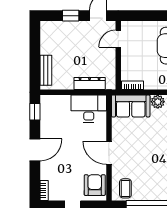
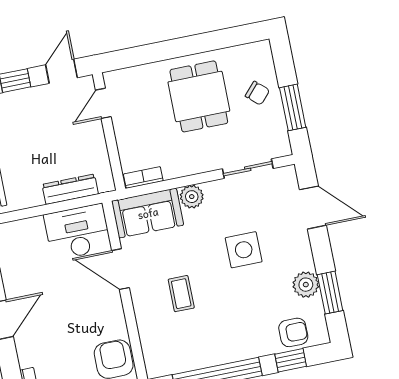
door: (109, 153) -> (120, 269), moved
coffee table: (125, 188) -> (181, 294), moved

